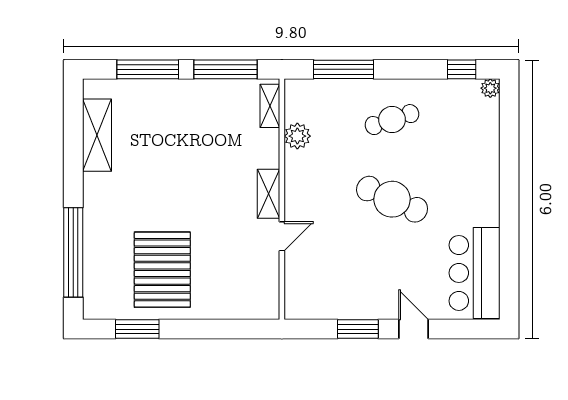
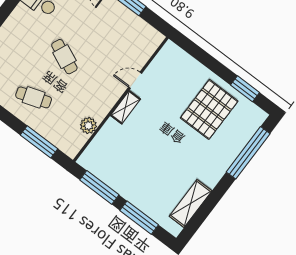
shelving: (270, 106) -> (91, 152), removed
cafe table: (392, 199) -> (64, 57), width x0.73, depth x0.74

